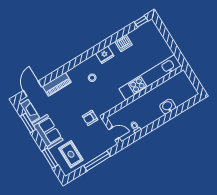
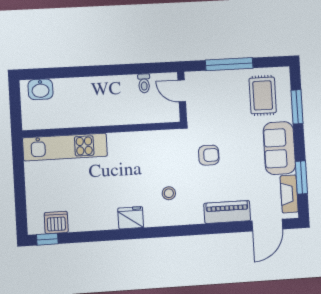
dishwasher: (124, 43) -> (56, 222), moved
kitchen unit: (150, 77) -> (65, 147), width x0.73
washbasin: (168, 106) -> (40, 89), moved
armchair: (90, 118) -> (209, 155), moved

